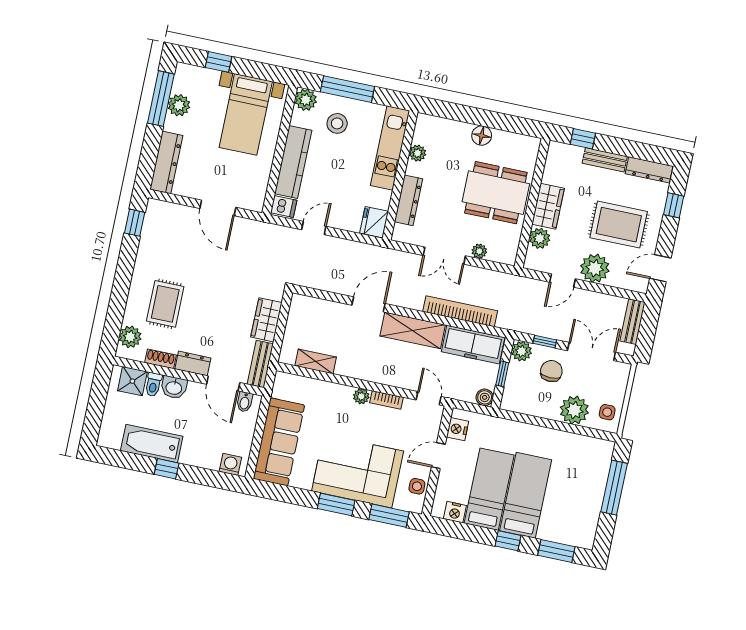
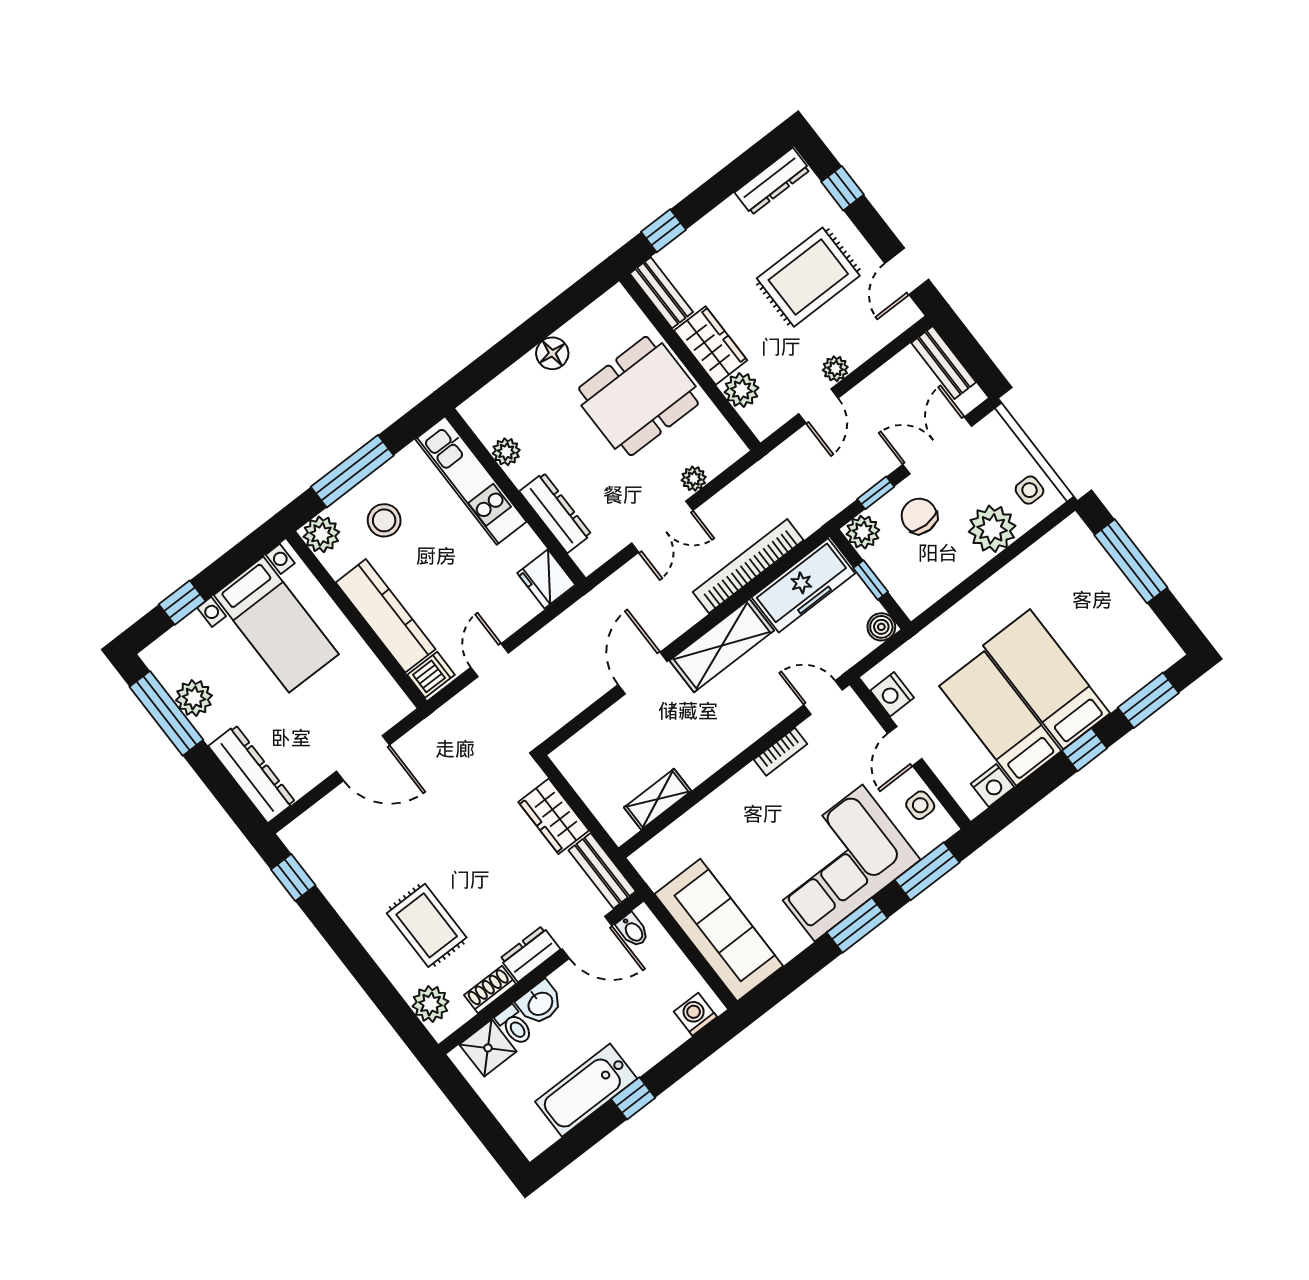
bench: (605, 160) -> (661, 293), moved, turned 90
plant: (595, 268) -> (835, 369), width x0.53, depth x0.53
plant: (361, 396) -> (749, 779), removed

